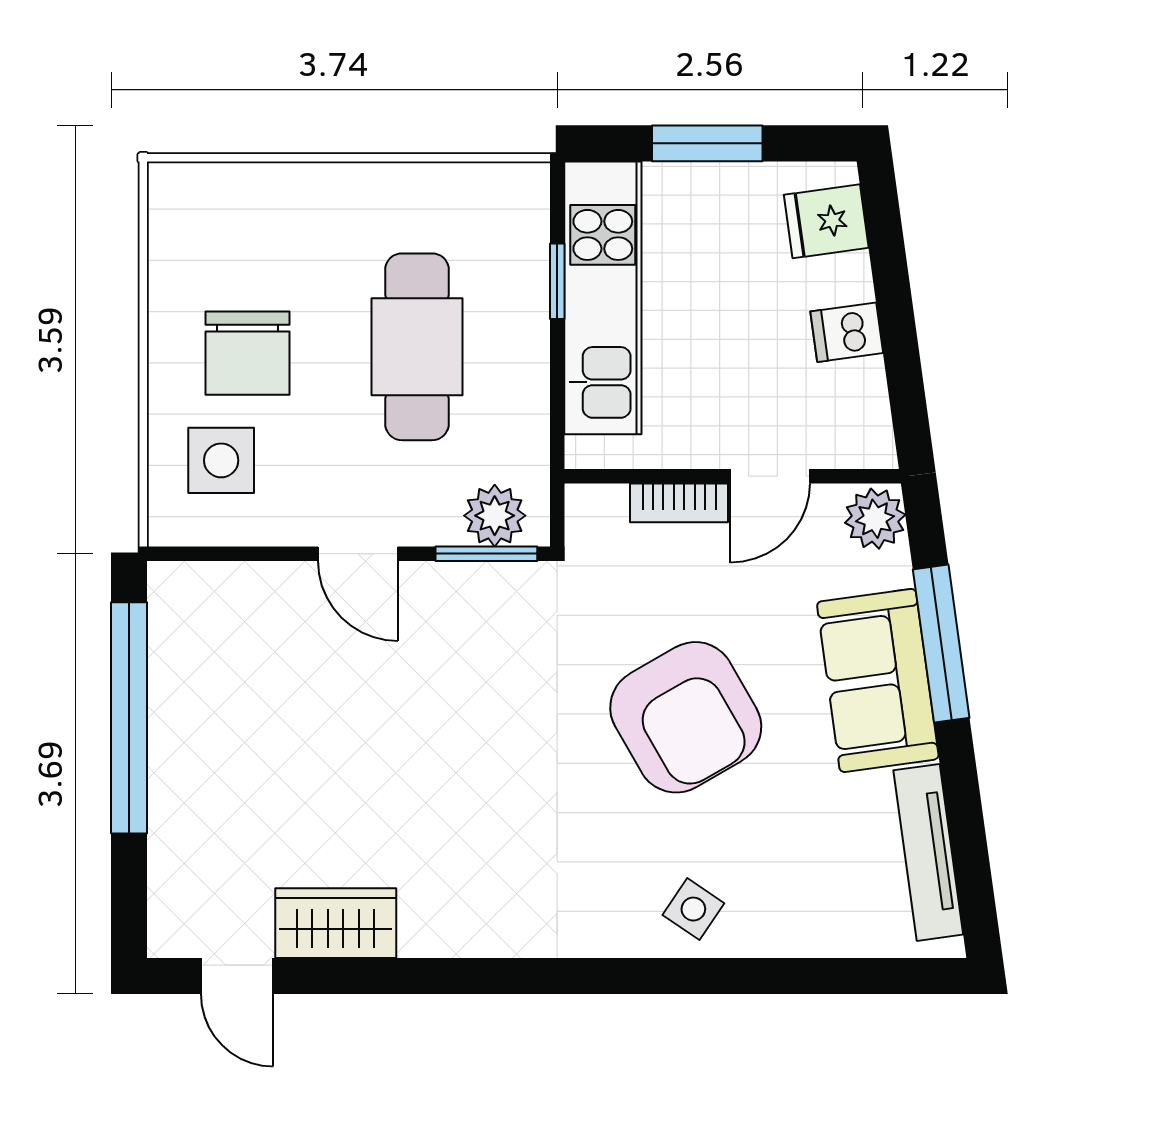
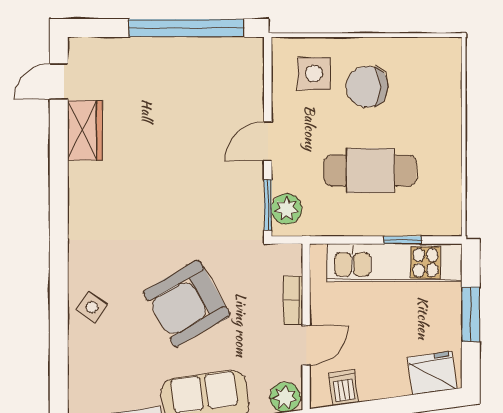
fridge: (826, 221) -> (432, 373), width x1.38
dishwasher: (847, 332) -> (344, 388), moved
door: (770, 476) -> (306, 345), swing flipped

